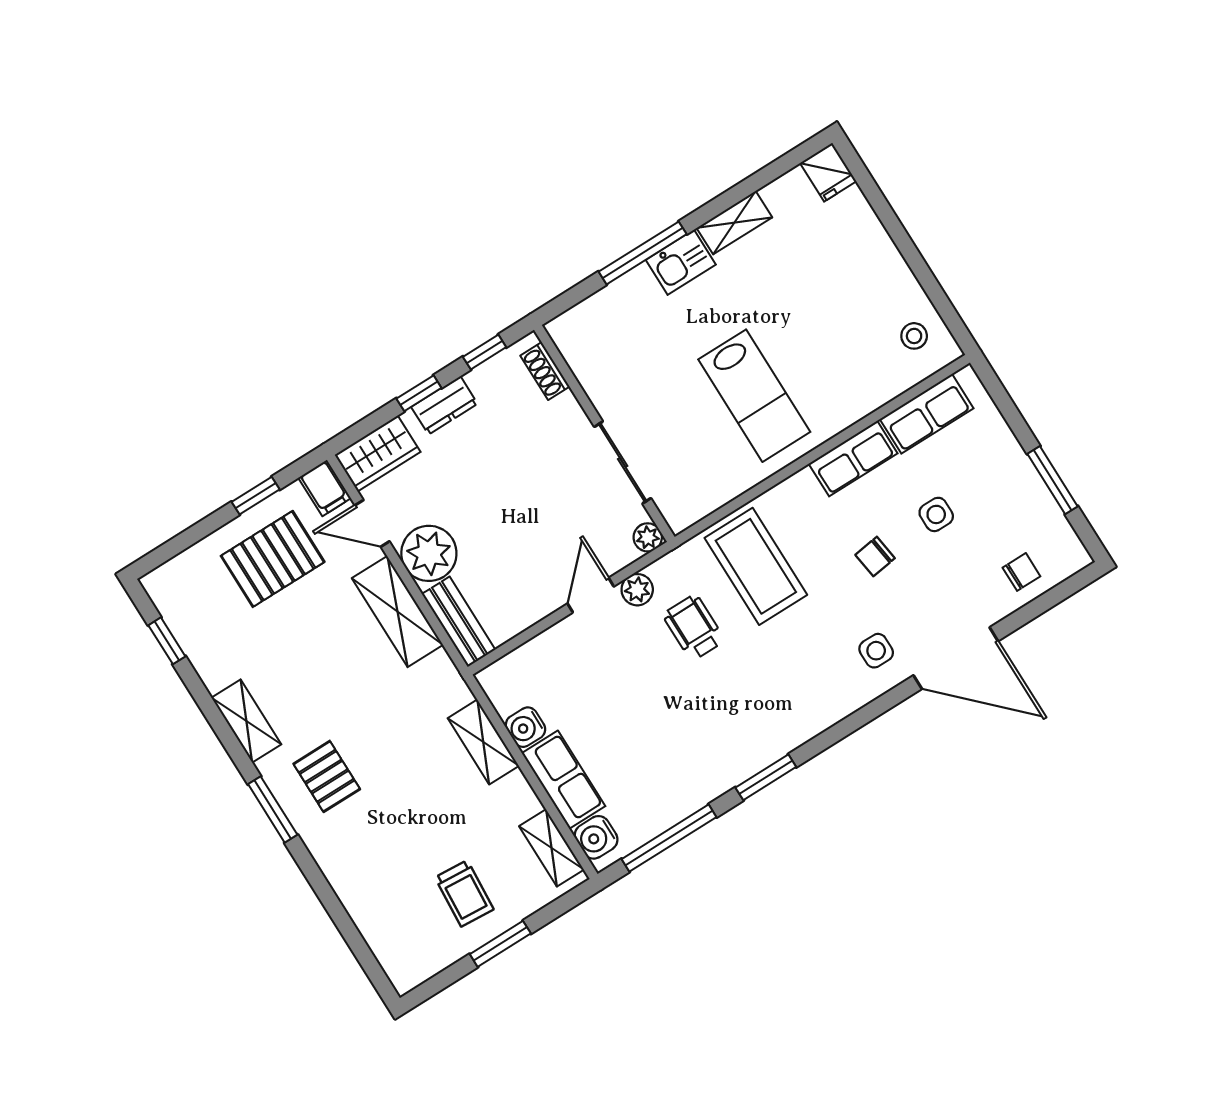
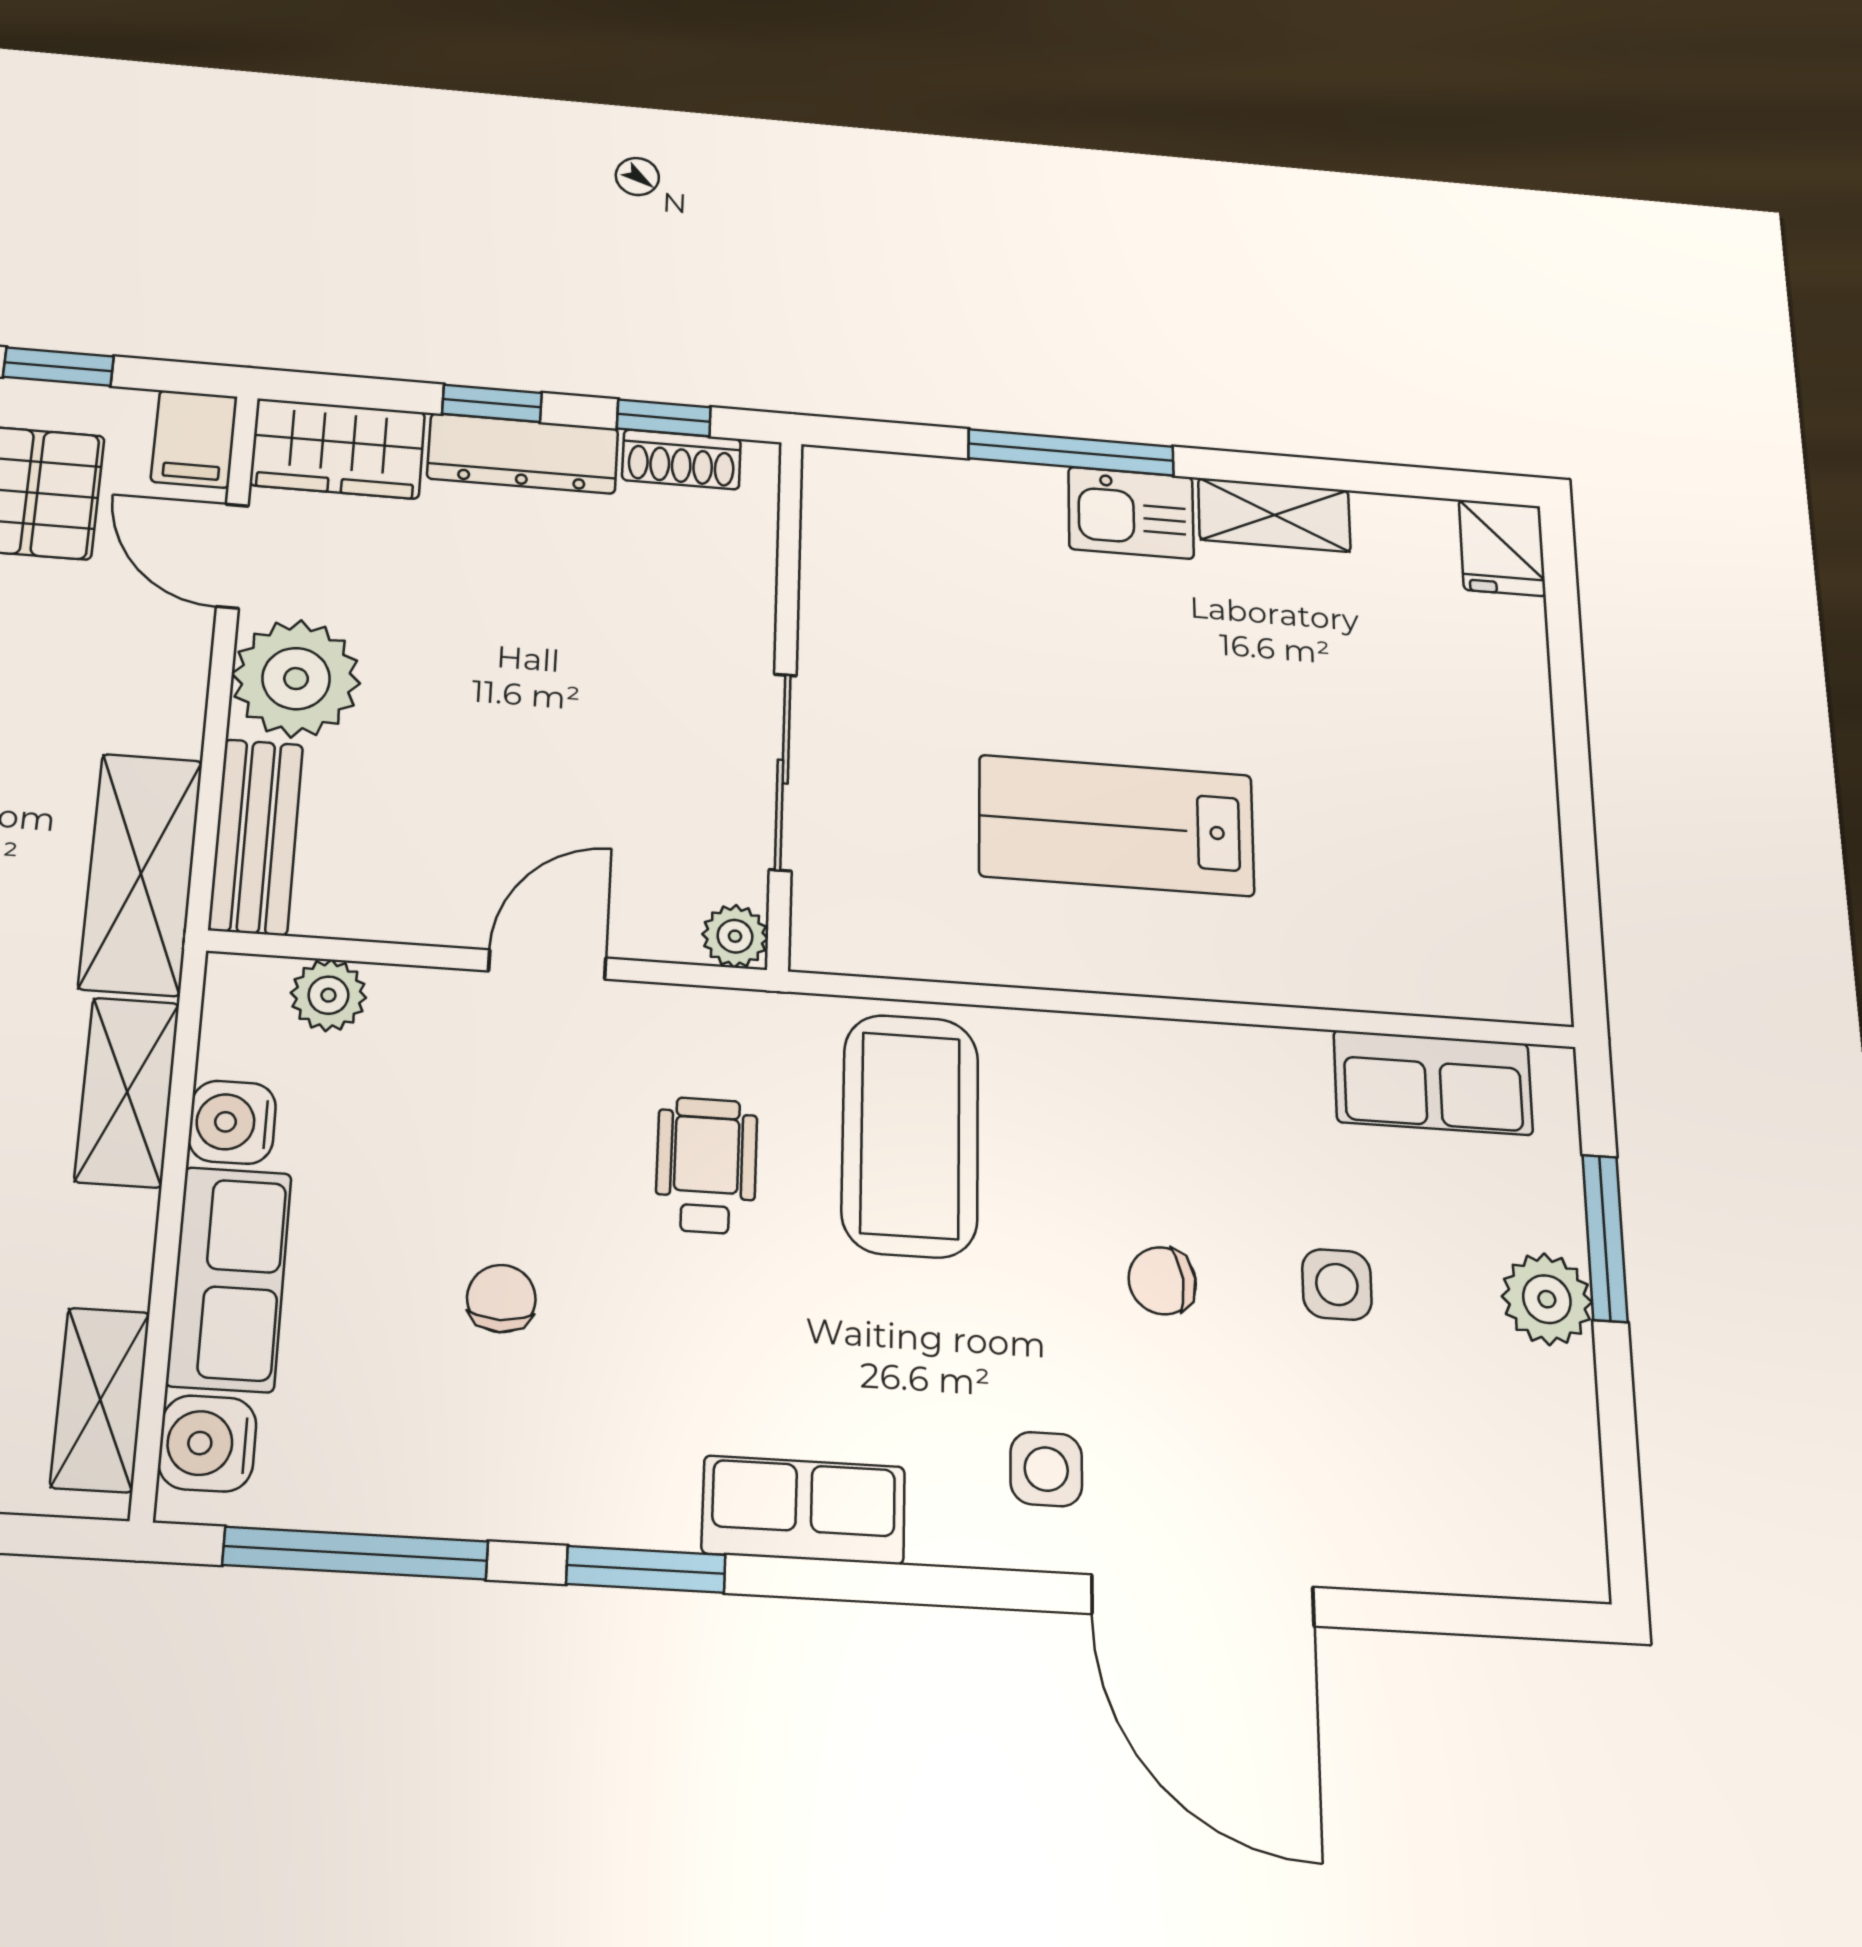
stool: (914, 336) -> (1494, 927), removed
shoe rack: (545, 371) -> (681, 460), moved, turned -90
lab bench: (754, 396) -> (1116, 825), turned 90
dresser: (444, 405) -> (523, 454), width x1.44
row of seats: (853, 459) -> (804, 1510), moved, turned 180
plant: (1013, 467) -> (1547, 1299), added
window: (1053, 480) -> (1605, 1238), moved
chair: (1021, 572) -> (501, 1298), moved, turned -90
plant: (637, 590) -> (328, 995), moved
shelving: (397, 611) -> (141, 874), moved

